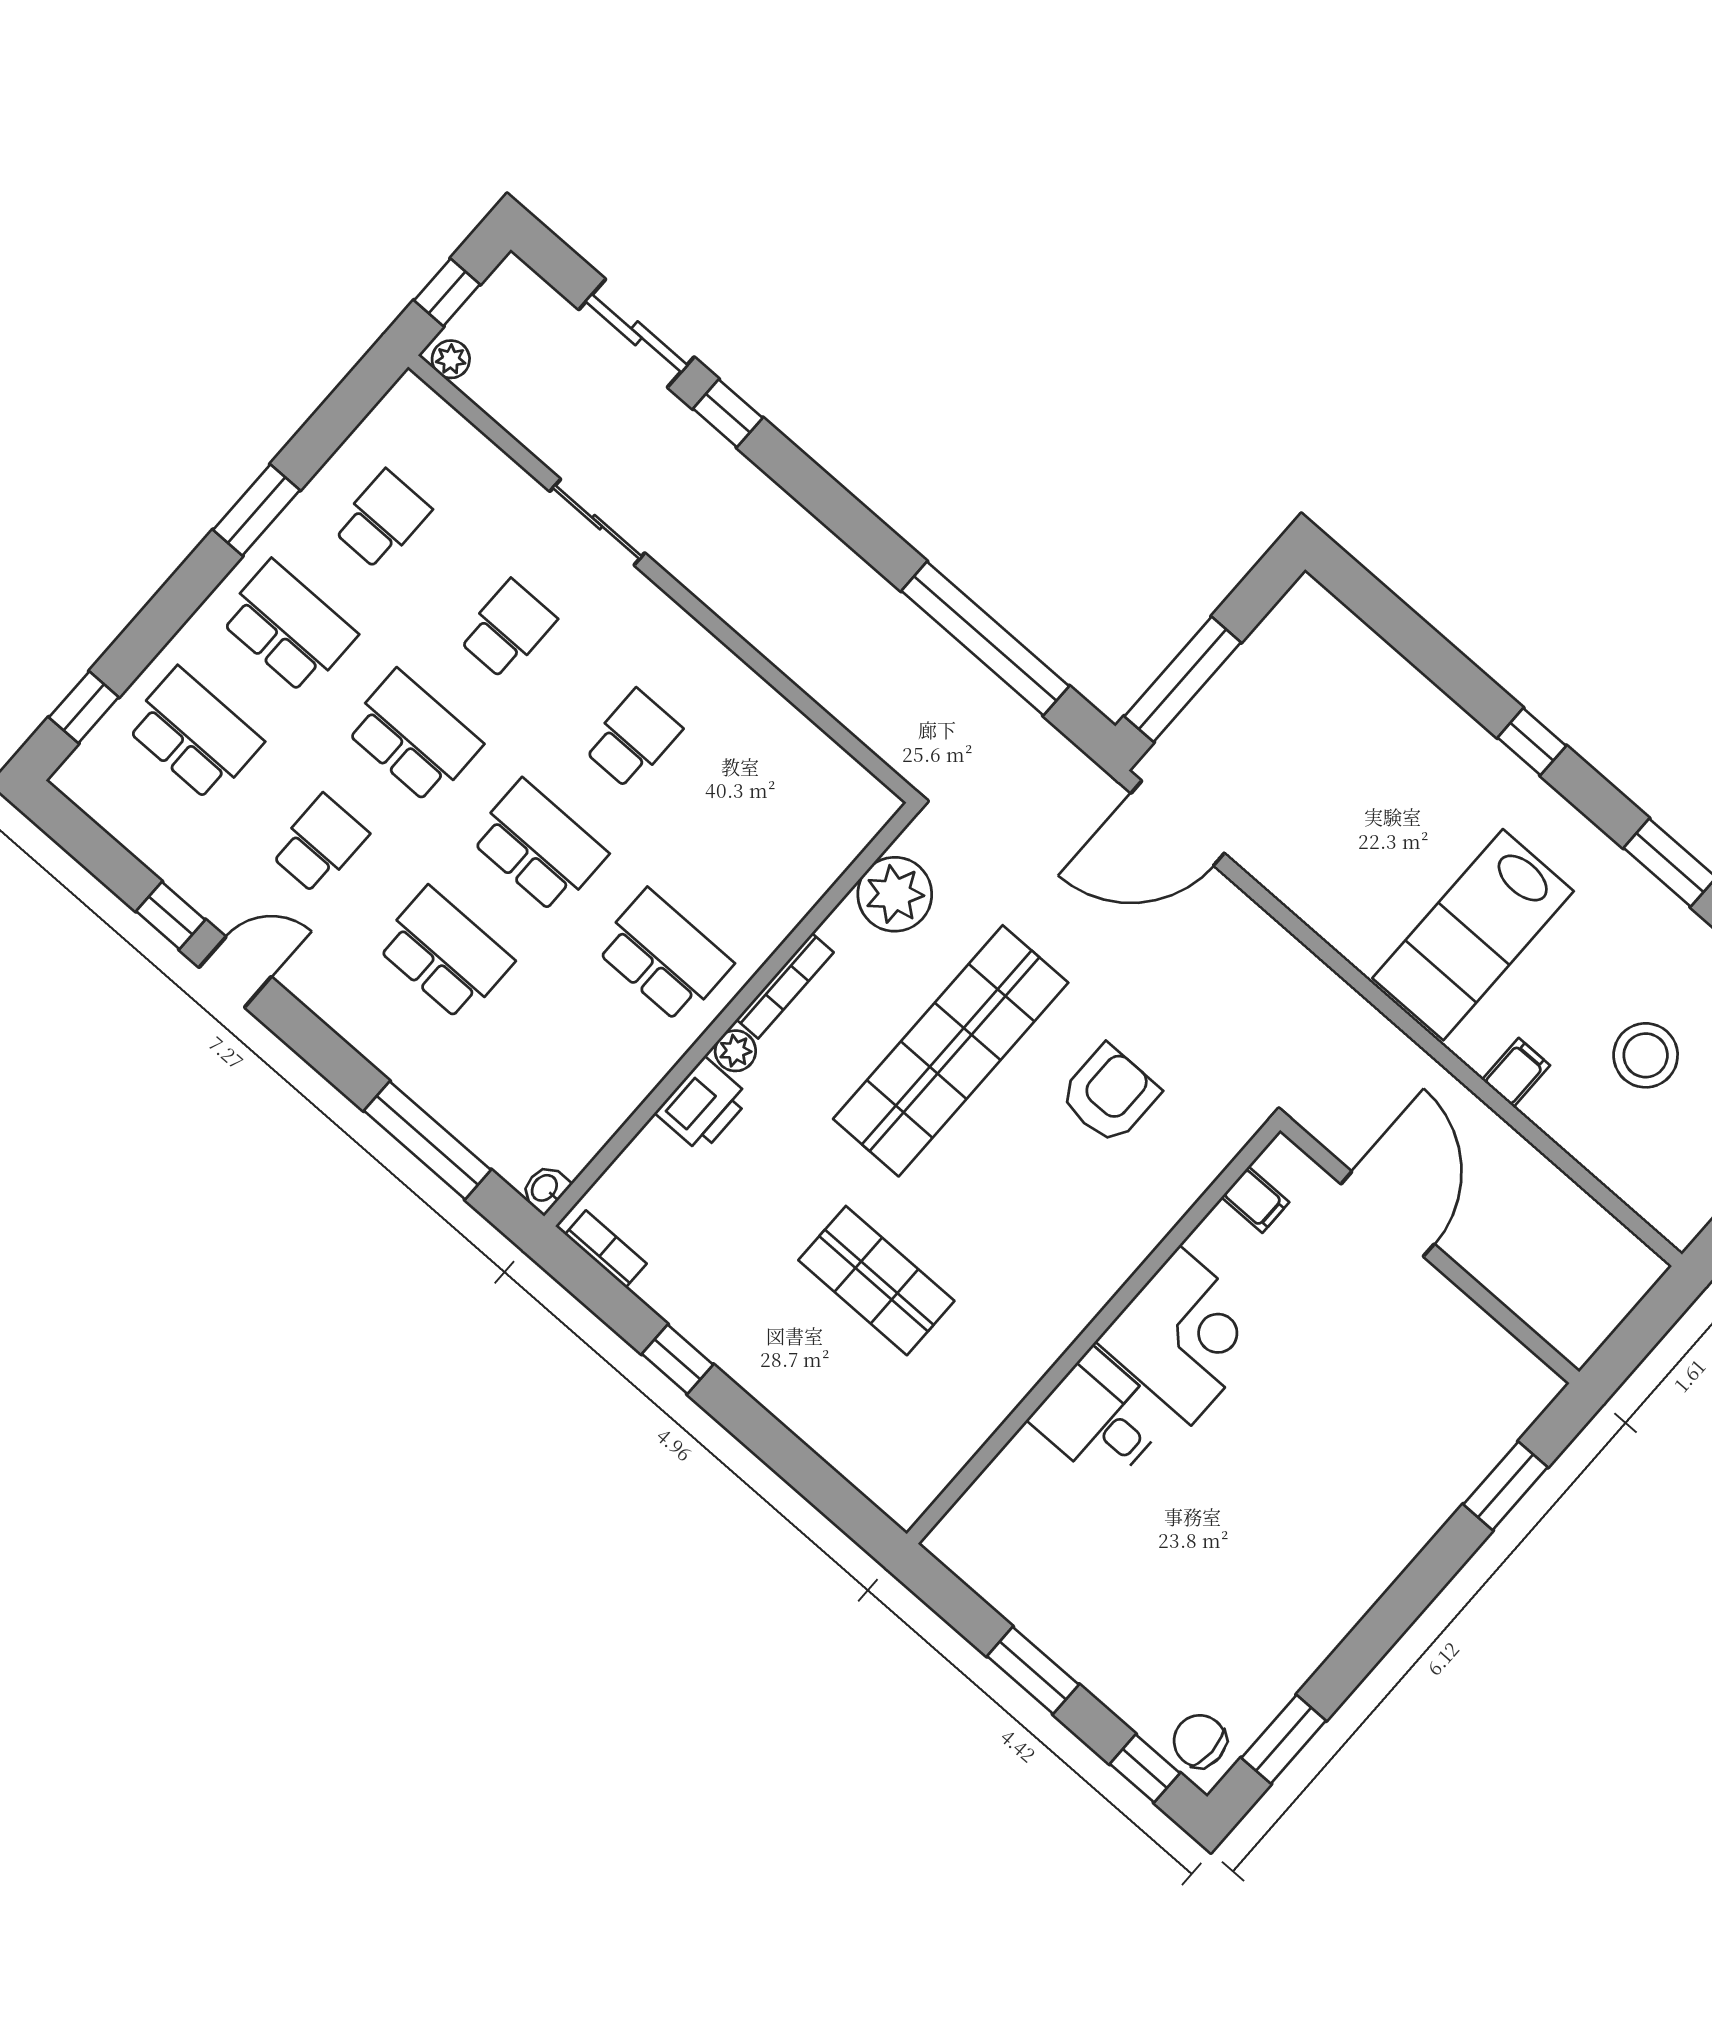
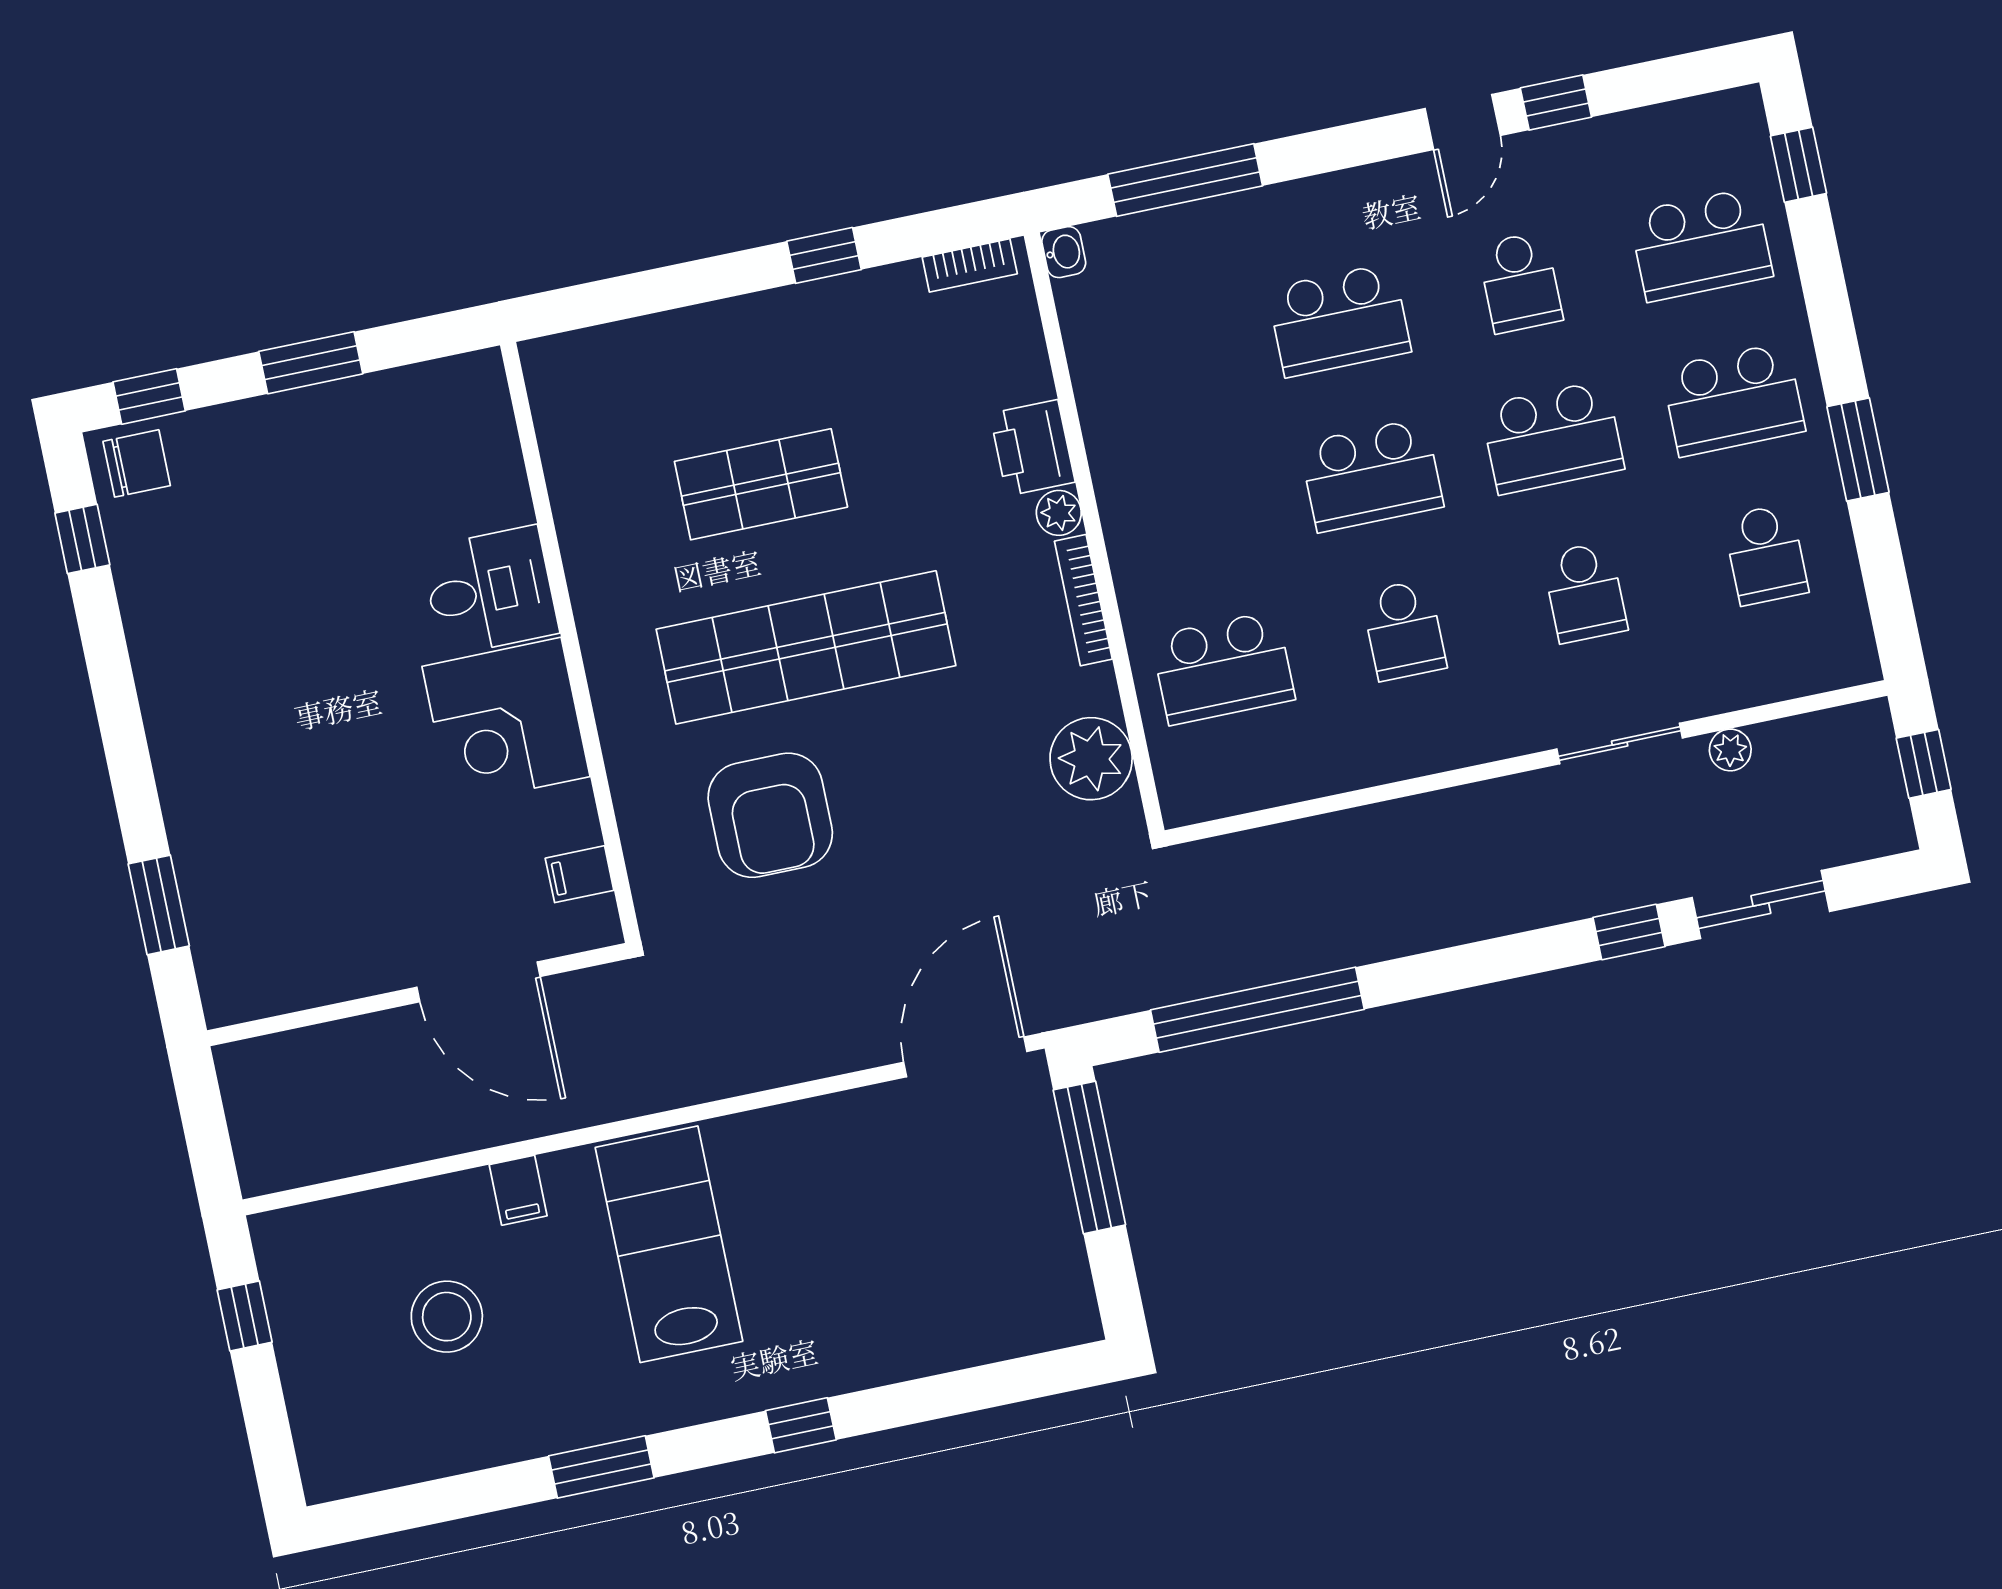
plant: (451, 359) -> (1730, 750), moved
school desk: (664, 956) -> (1223, 668), moved
shop shelf: (951, 1051) -> (806, 647), moved, turned 90
armchair: (1109, 1094) -> (770, 815), width x1.36, depth x1.36
window: (1284, 1739) -> (82, 539), width x0.67

